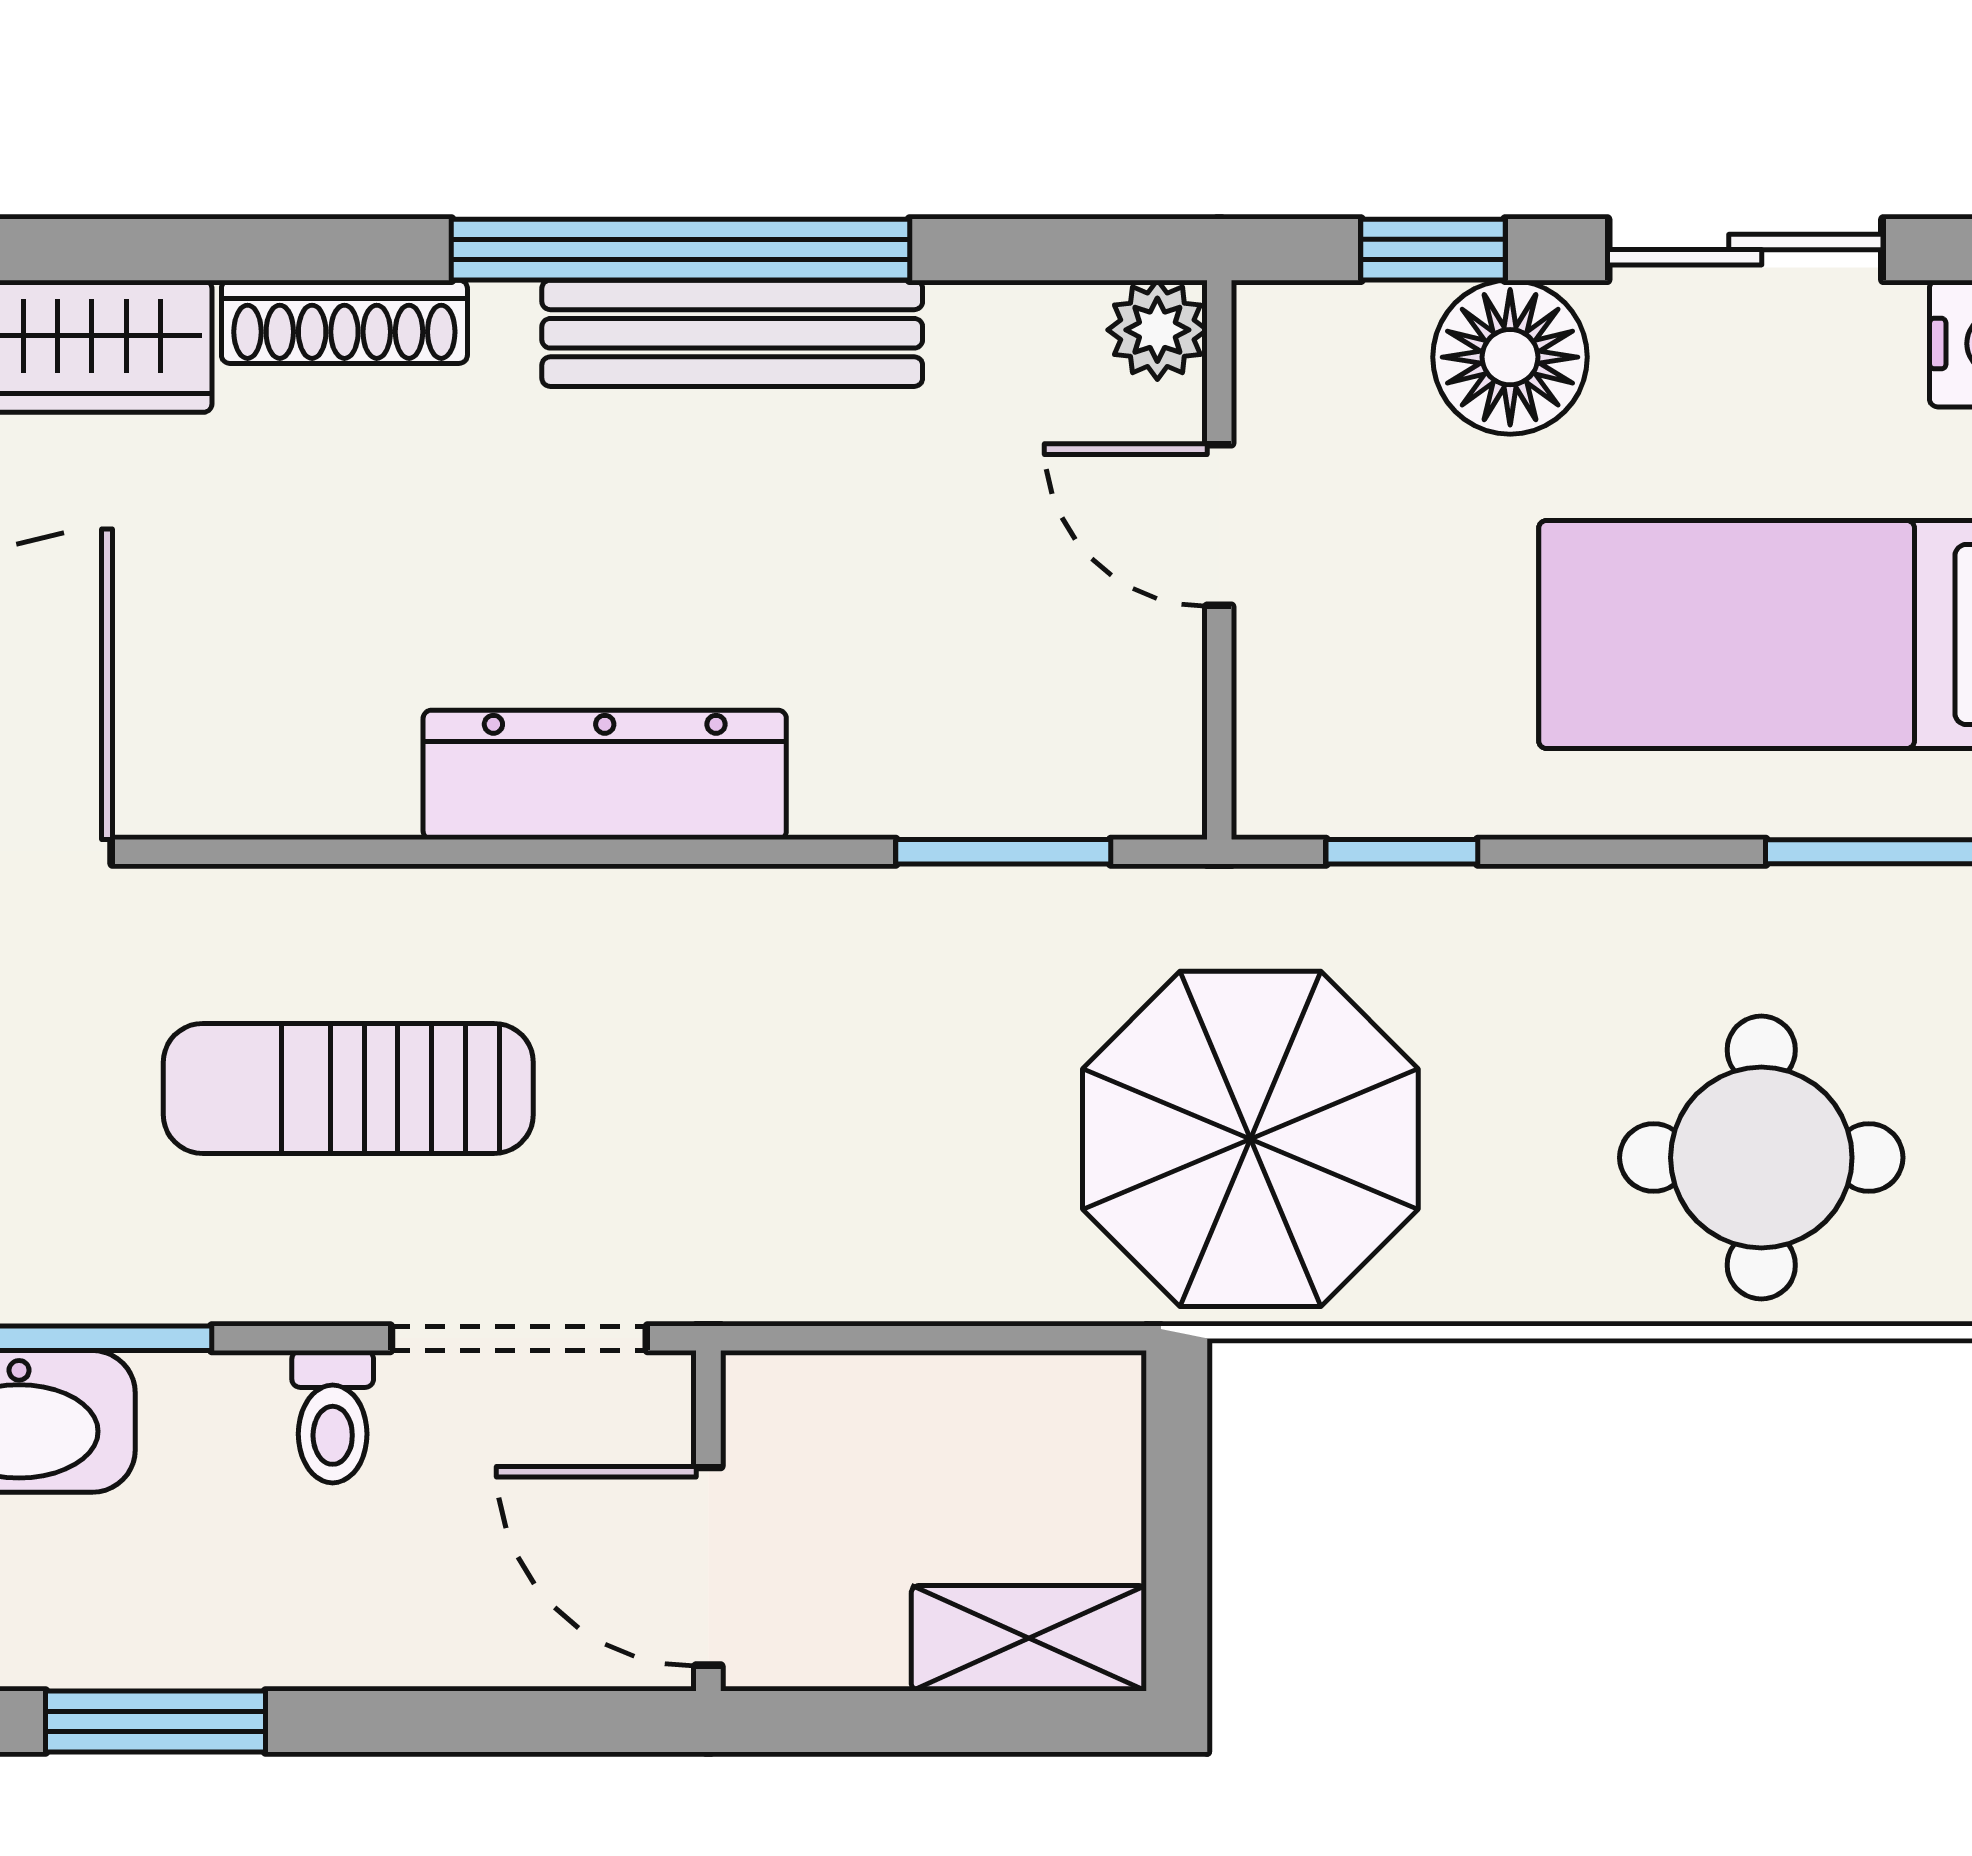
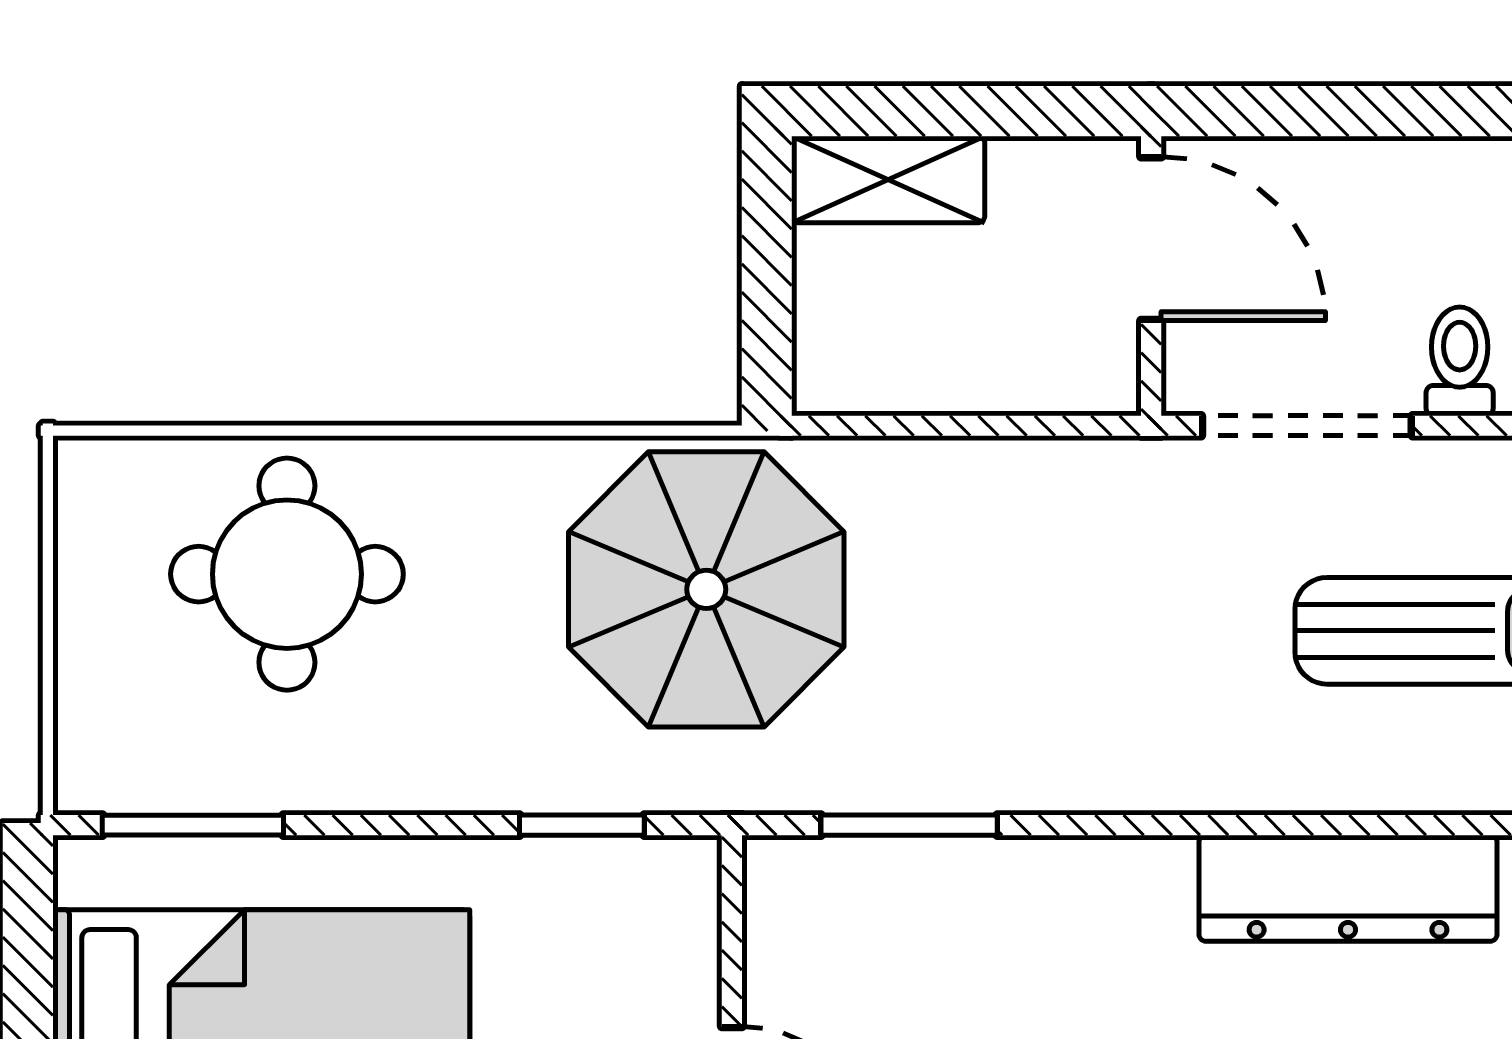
dresser: (605, 775) -> (1348, 888), moved

